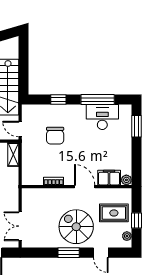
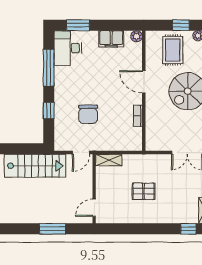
desk: (102, 117) -> (68, 48), moved
chair: (55, 136) -> (88, 114), turned 90
filing cabinet: (109, 178) -> (111, 39), moved, turned -90
door: (85, 187) -> (144, 82), hinge flipped

